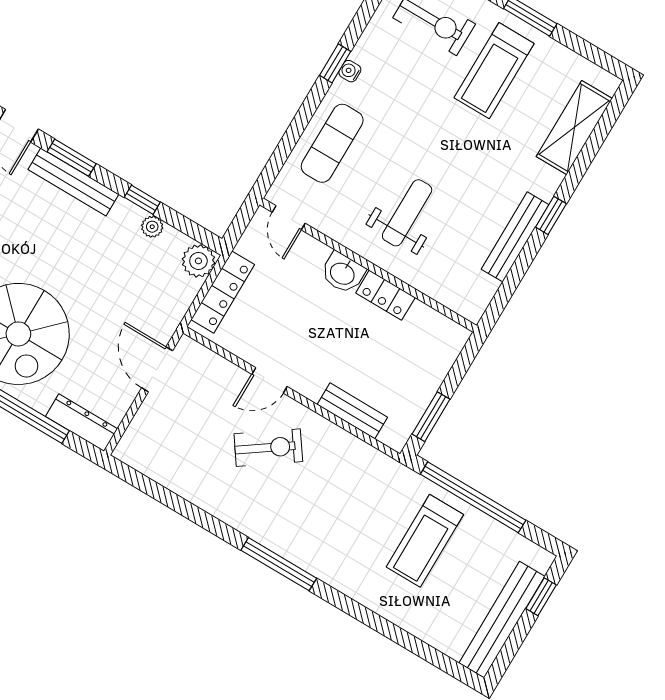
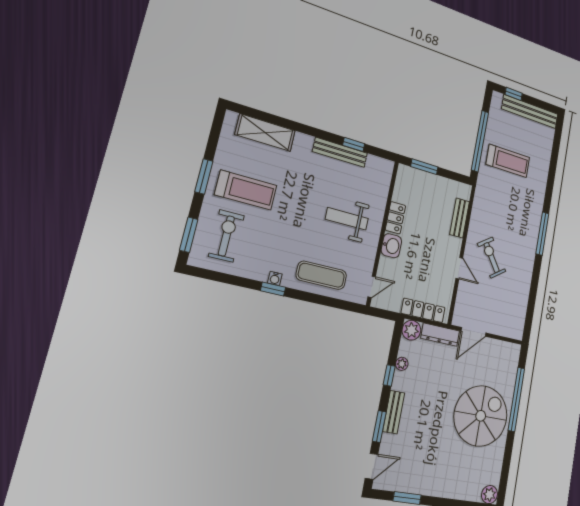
bench: (73, 182) -> (394, 412), width x0.73
window: (551, 215) -> (354, 144), moved
window: (431, 417) -> (424, 167), moved
dresser: (82, 423) -> (440, 335), moved, turned -90

